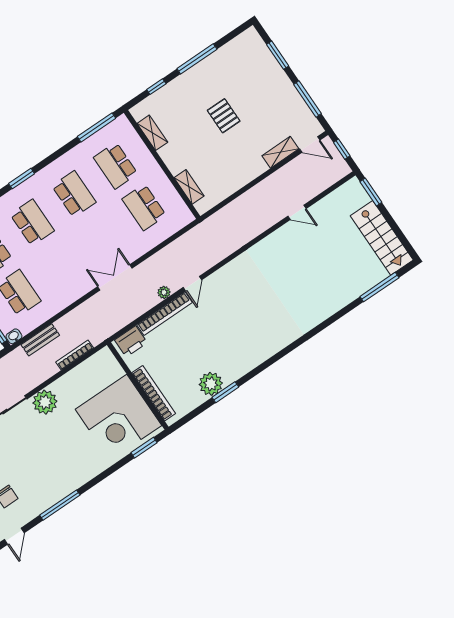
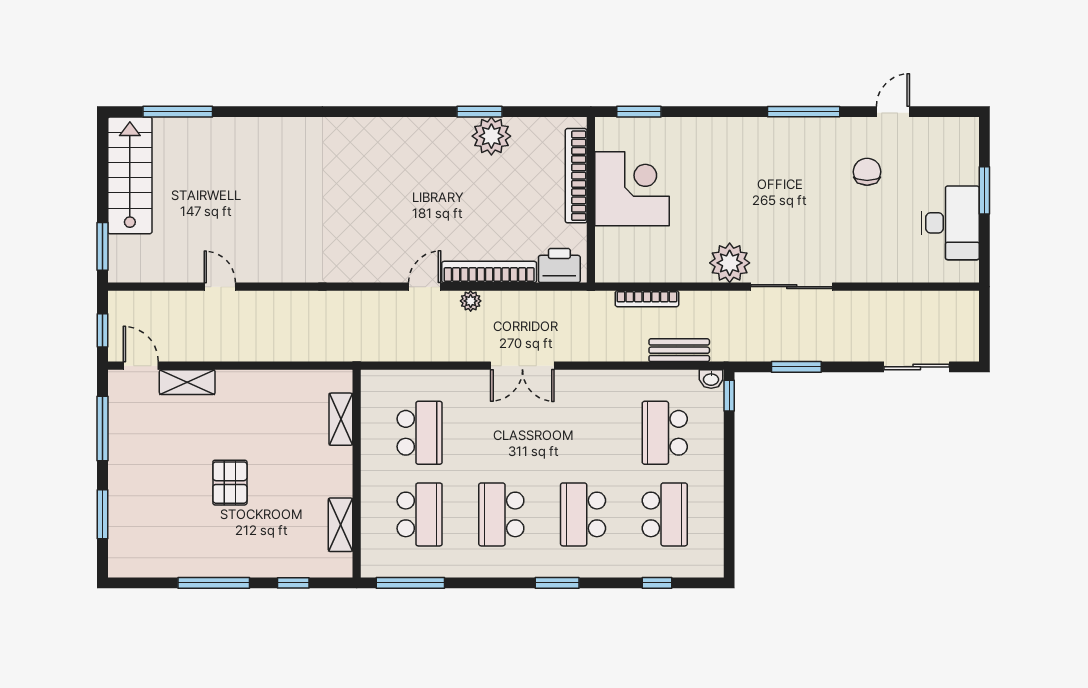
corner desk: (118, 417) -> (632, 189), width x0.74, depth x0.74

